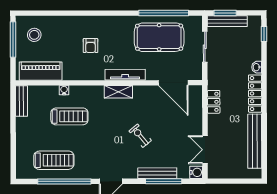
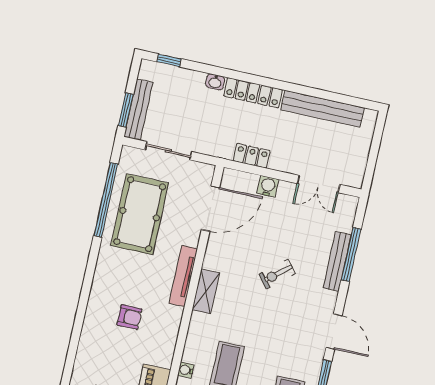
water cooler: (196, 172) -> (268, 186), moved

